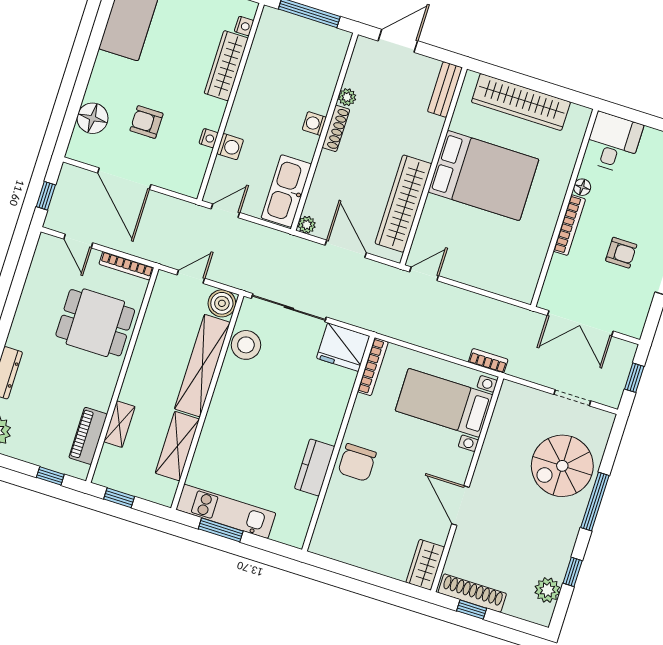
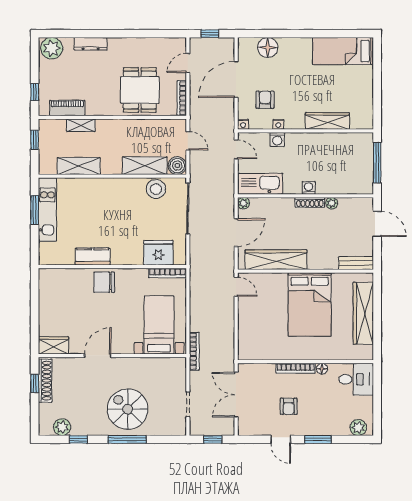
nightstand: (244, 26) -> (243, 124), moved
armchair: (146, 122) -> (265, 100), moved
fridge: (343, 347) -> (158, 253), moved, turned 90
bookcase: (488, 361) -> (194, 351), width x1.56
shelving: (202, 366) -> (145, 166), width x0.68
spiral stairs: (562, 466) -> (128, 409), moved

